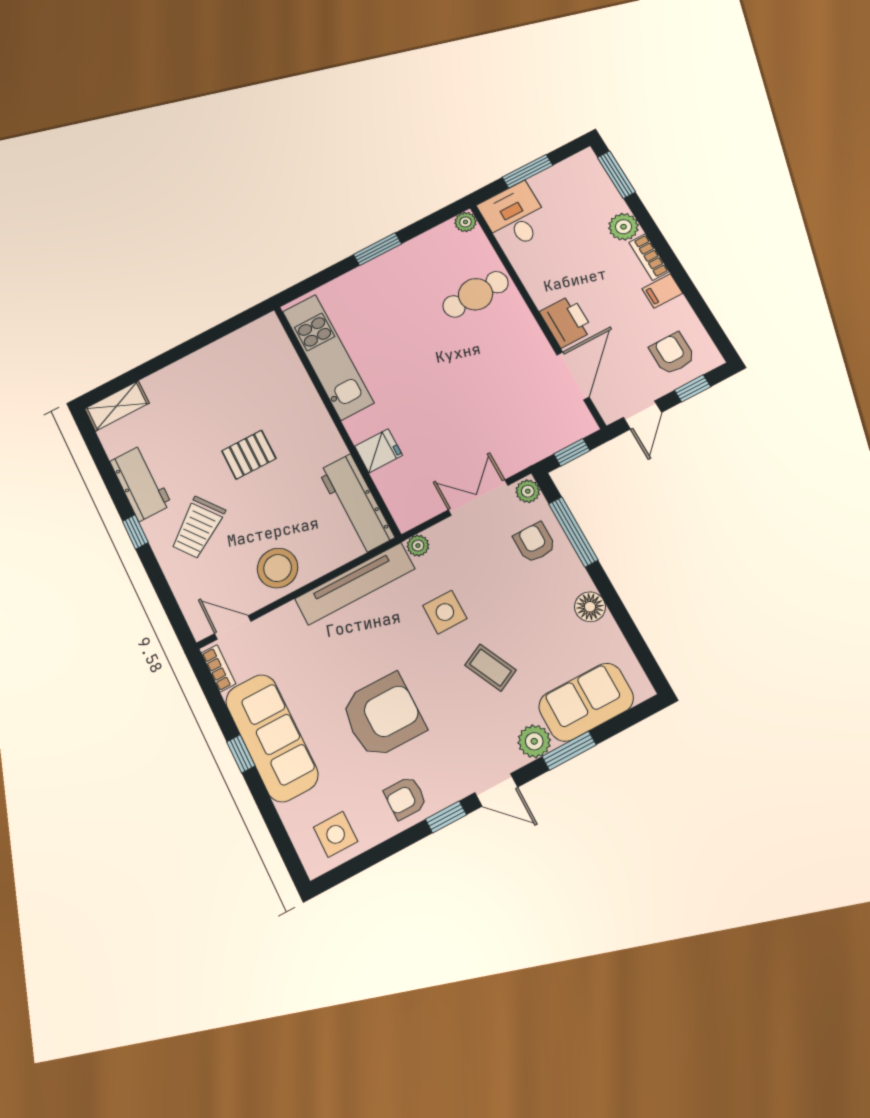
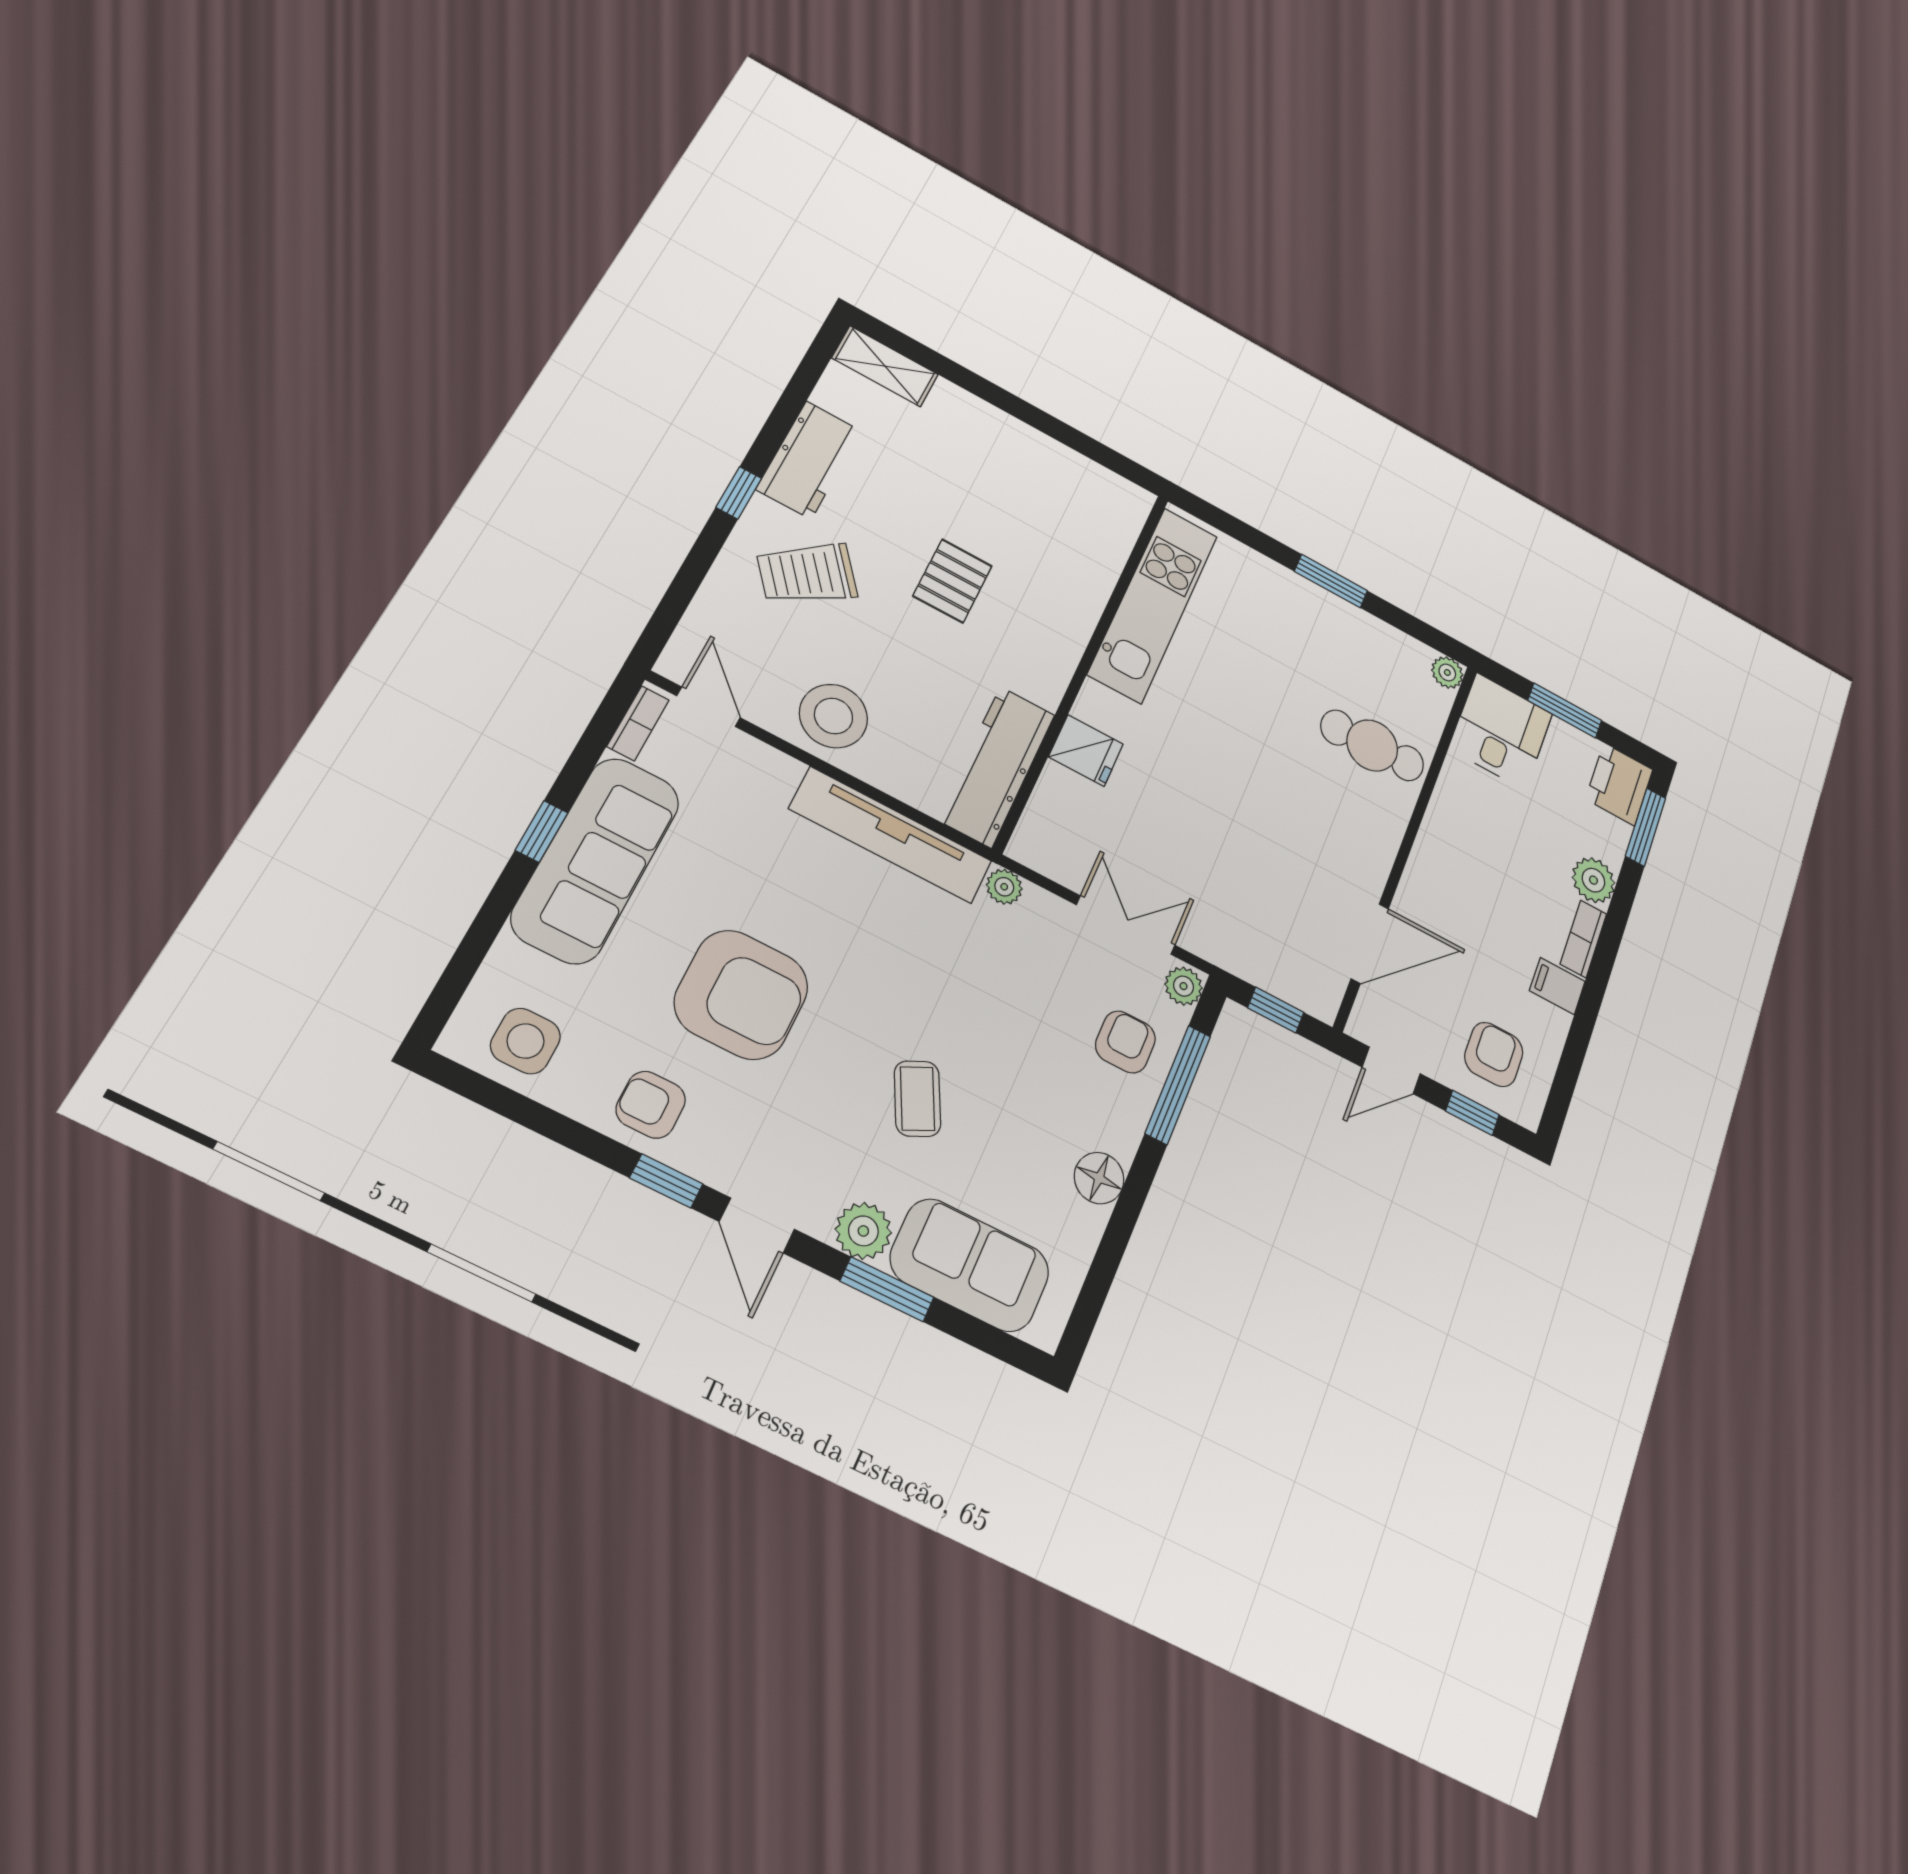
printer: (566, 321) -> (1619, 784), moved, turned 180
pallet: (249, 455) -> (953, 581), turned 90
side table: (445, 612) -> (945, 984), removed

